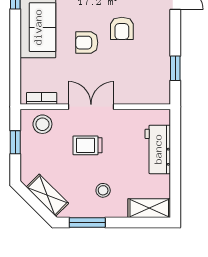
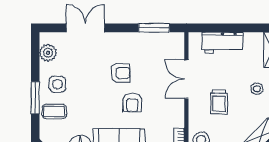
window: (175, 68) -> (154, 28), width x1.50
double door: (91, 107) -> (186, 79), moved

